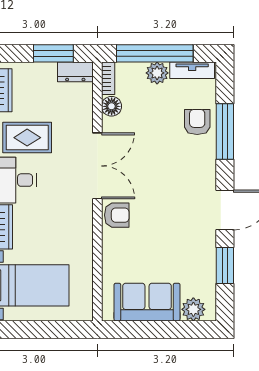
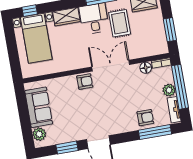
dresser: (75, 72) -> (162, 44), removed
window: (225, 132) -> (155, 132), moved
double door: (97, 166) -> (111, 66), swing flipped
armchair: (117, 215) -> (85, 82), turned -90

